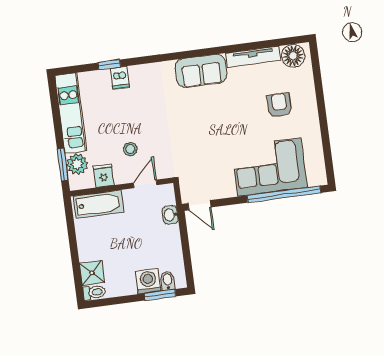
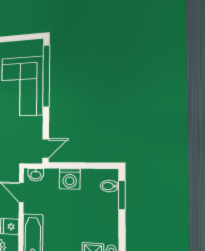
washbasin: (170, 215) -> (36, 175), moved
washing machine: (148, 281) -> (70, 179), moved, turned -90

